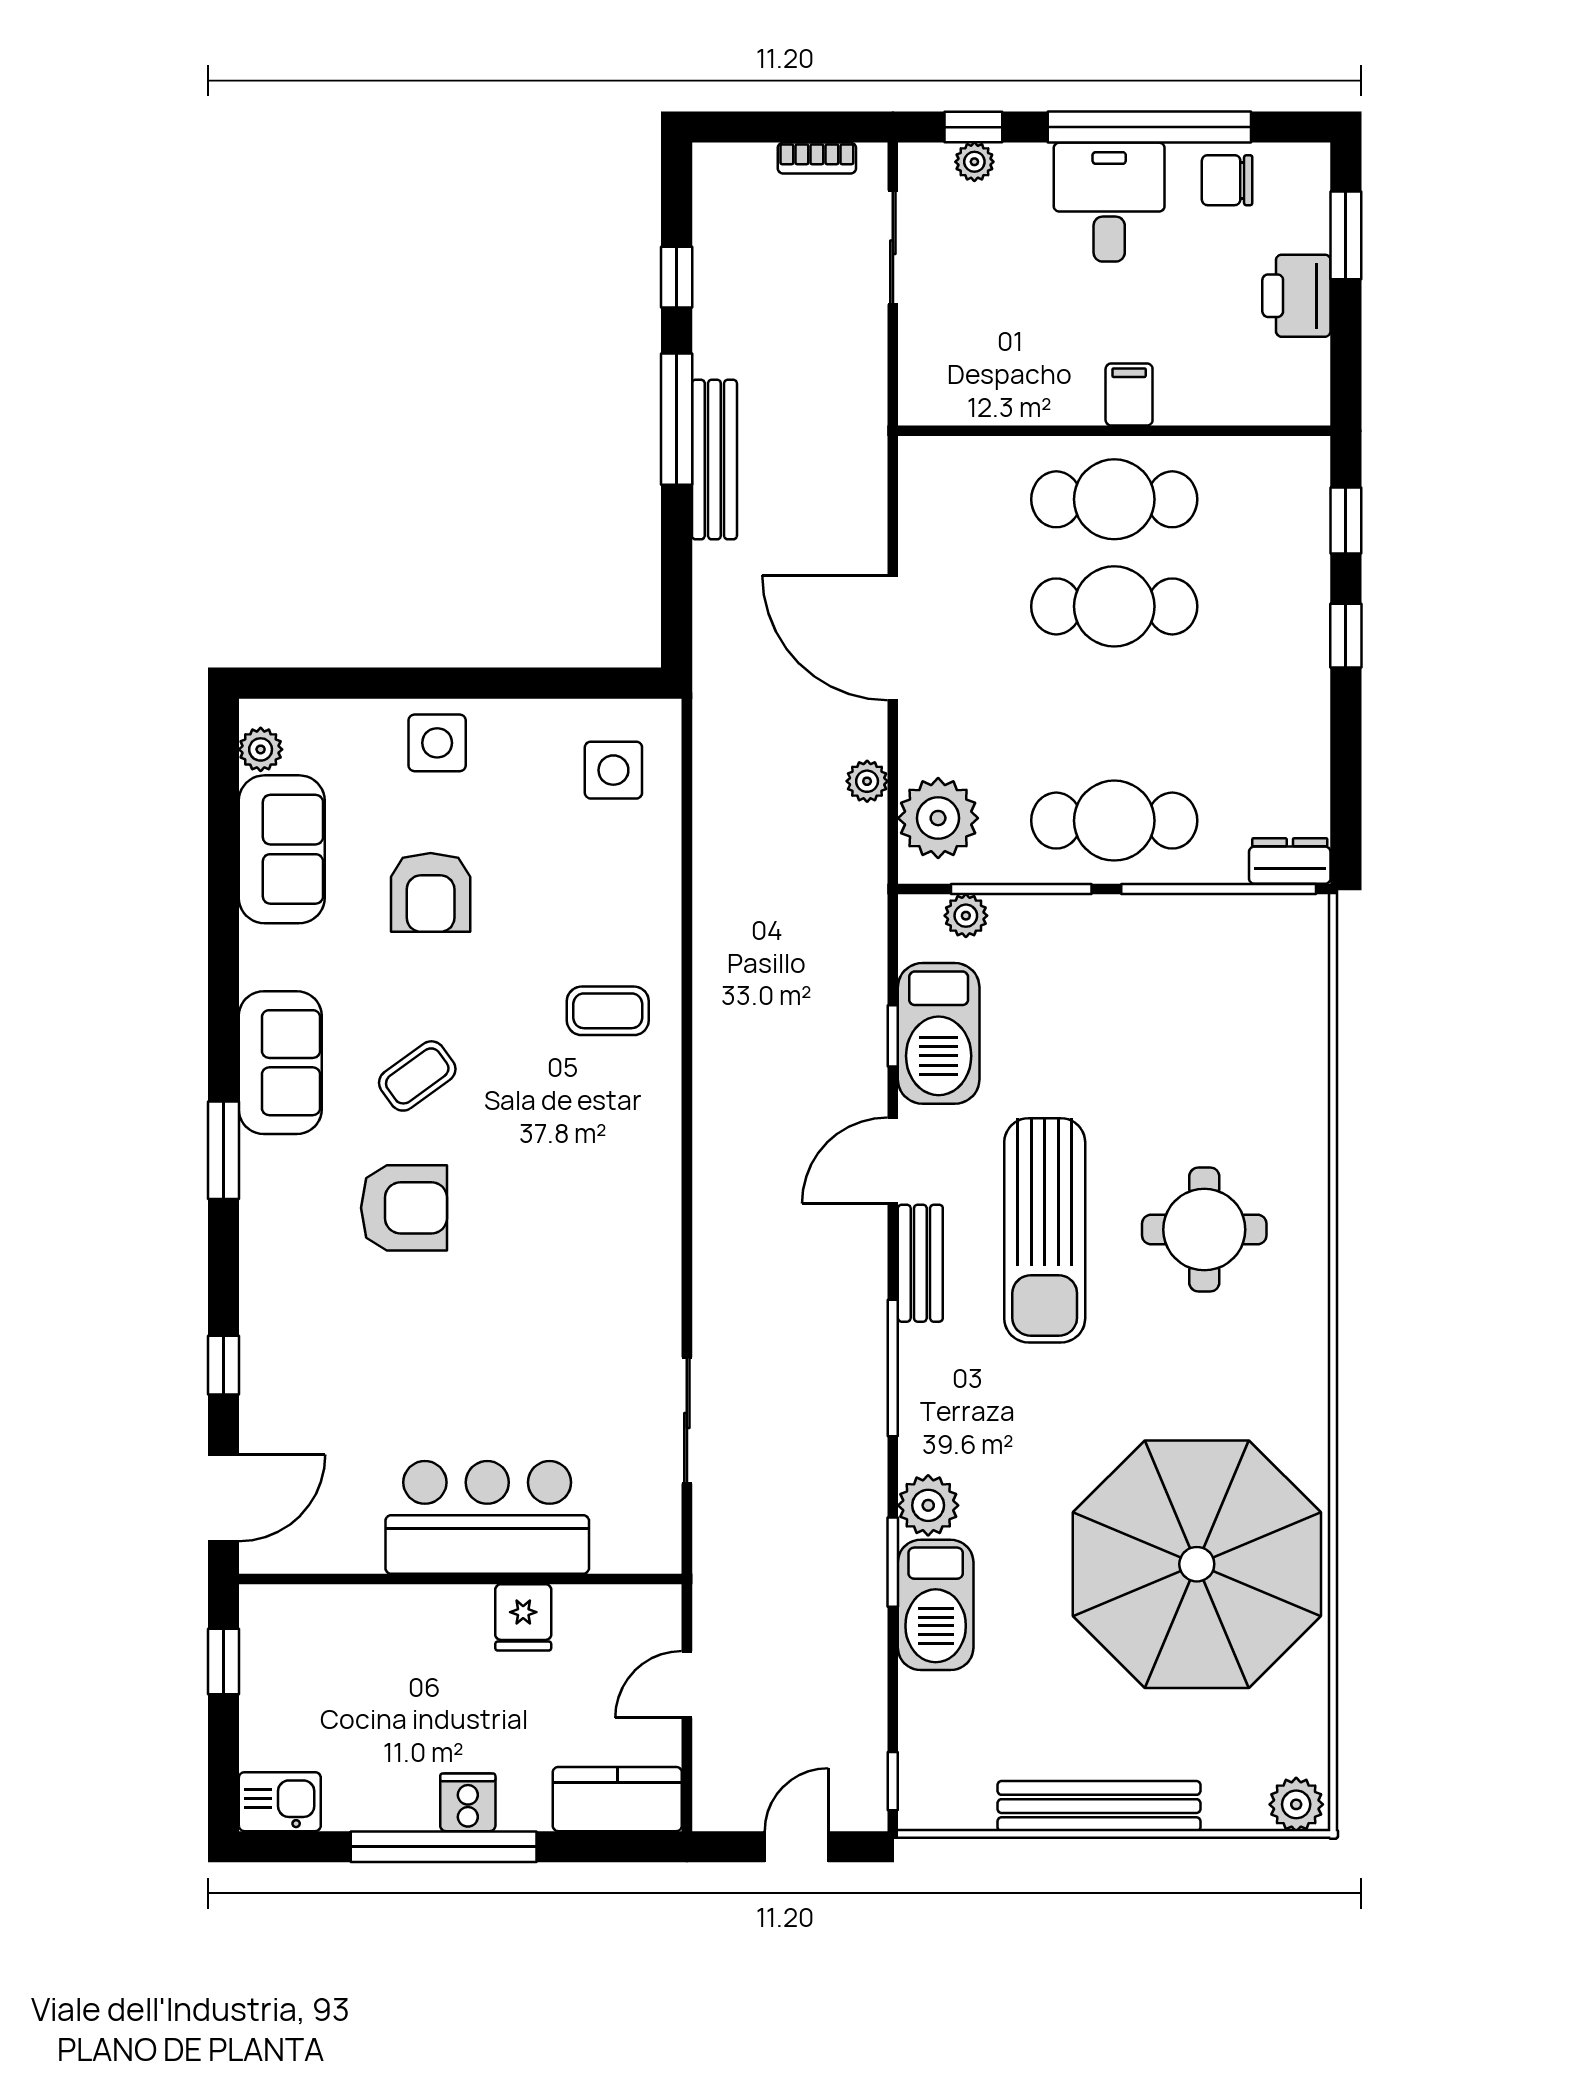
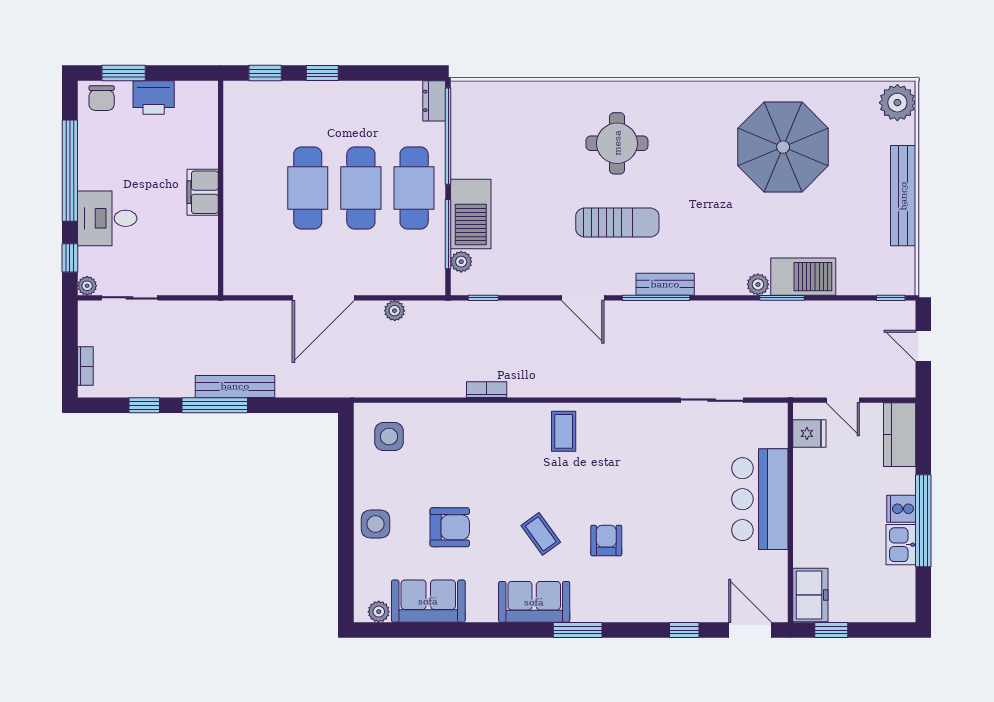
bookcase: (817, 158) -> (85, 366), moved
plant: (974, 162) -> (87, 286), moved
chair: (1227, 180) -> (102, 98), moved
desk: (1109, 202) -> (107, 218), moved
filing cabinet: (1129, 395) -> (203, 192), width x2.00
cafe table: (1114, 499) -> (361, 188), moved
plant: (938, 818) -> (413, 275), removed
bookcase: (708, 967) -> (487, 390), added
coffee table: (608, 1011) -> (564, 431), moved
barbecue: (939, 1033) -> (471, 214), moved, turned 90
window: (893, 1036) -> (483, 298), moved
armchair: (404, 1208) -> (606, 540), width x0.72, depth x0.72
sun lounger: (1045, 1230) -> (617, 222), width x0.73, depth x0.75
bench: (920, 1263) -> (665, 284), moved
window: (893, 1368) -> (656, 298), moved
plant: (928, 1505) -> (758, 284), width x0.73, depth x0.73
parasol: (1197, 1564) -> (783, 147), width x0.73, depth x0.73
fridge: (523, 1617) -> (809, 433), moved
freezer: (294, 1619) -> (810, 595), added
kitchen sink: (280, 1802) -> (901, 545), moved
plant: (1296, 1804) -> (897, 103), width x1.36, depth x1.36

